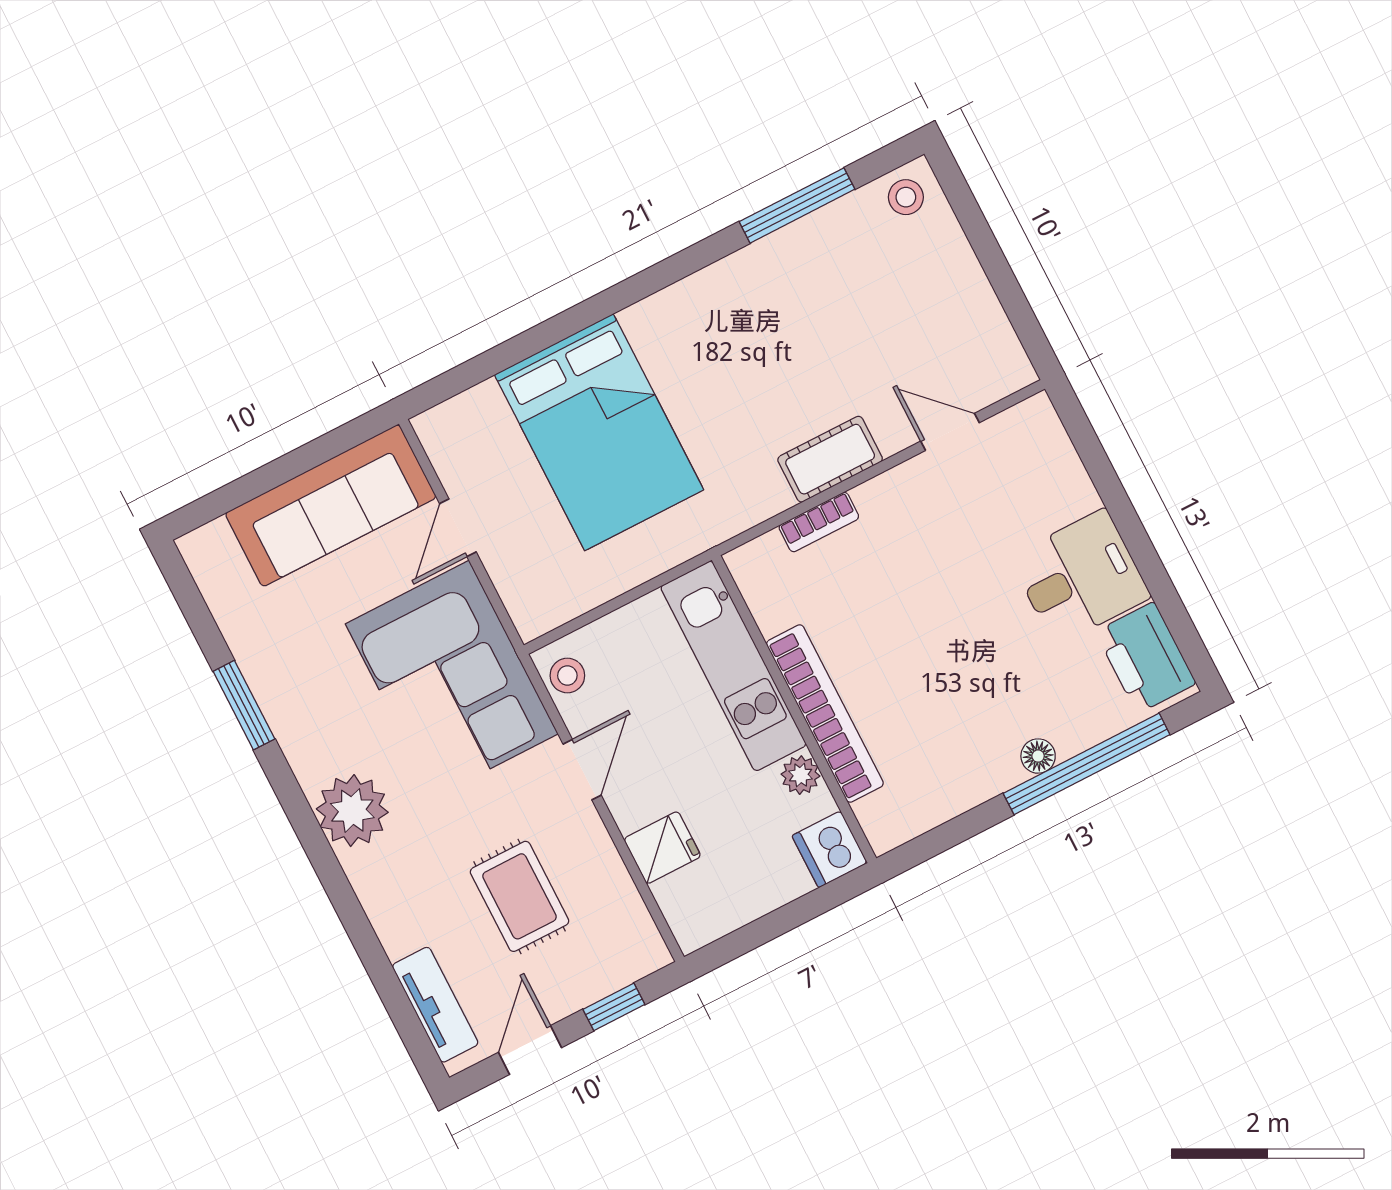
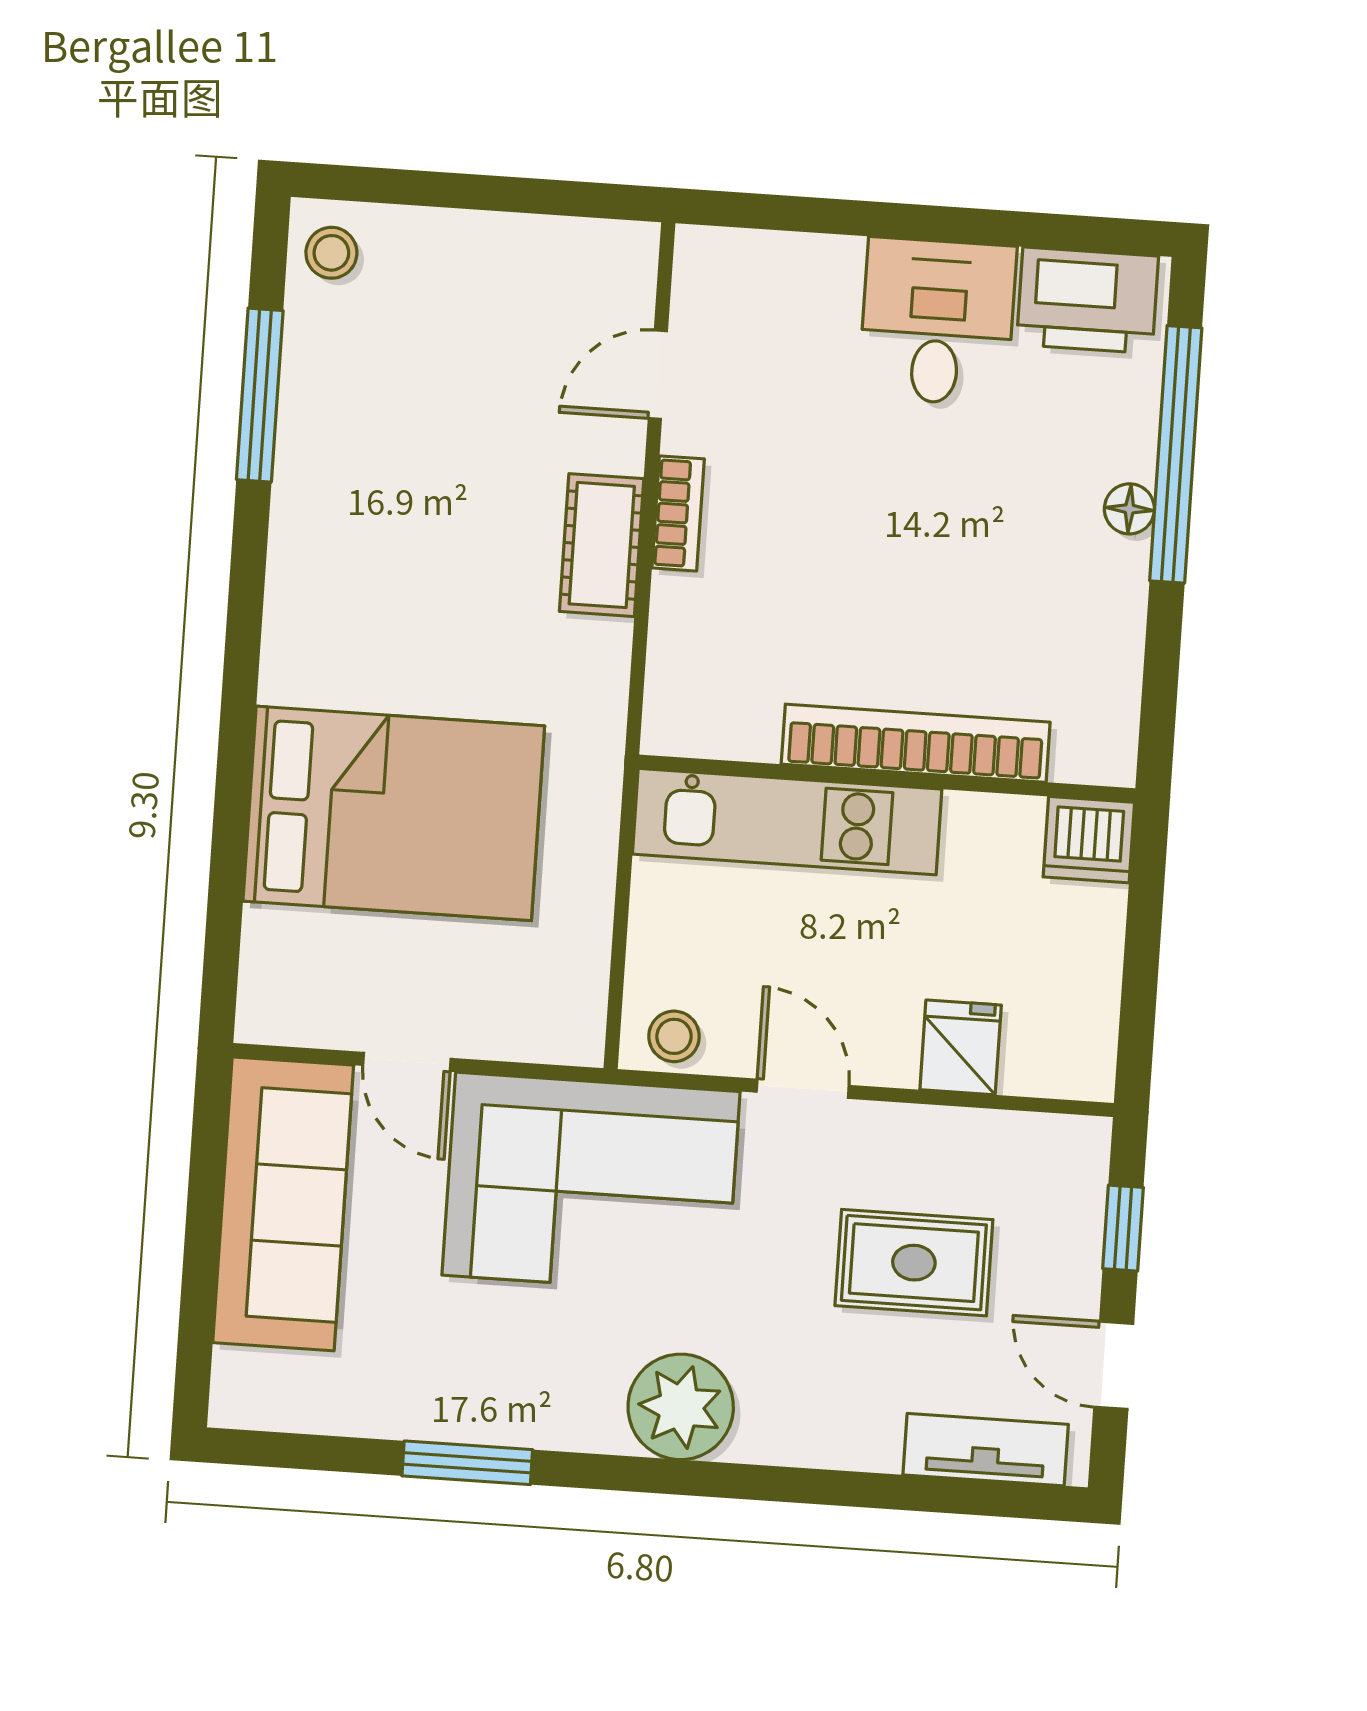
bookcase: (819, 522) -> (678, 513), moved
plant: (801, 775) -> (974, 820), removed

